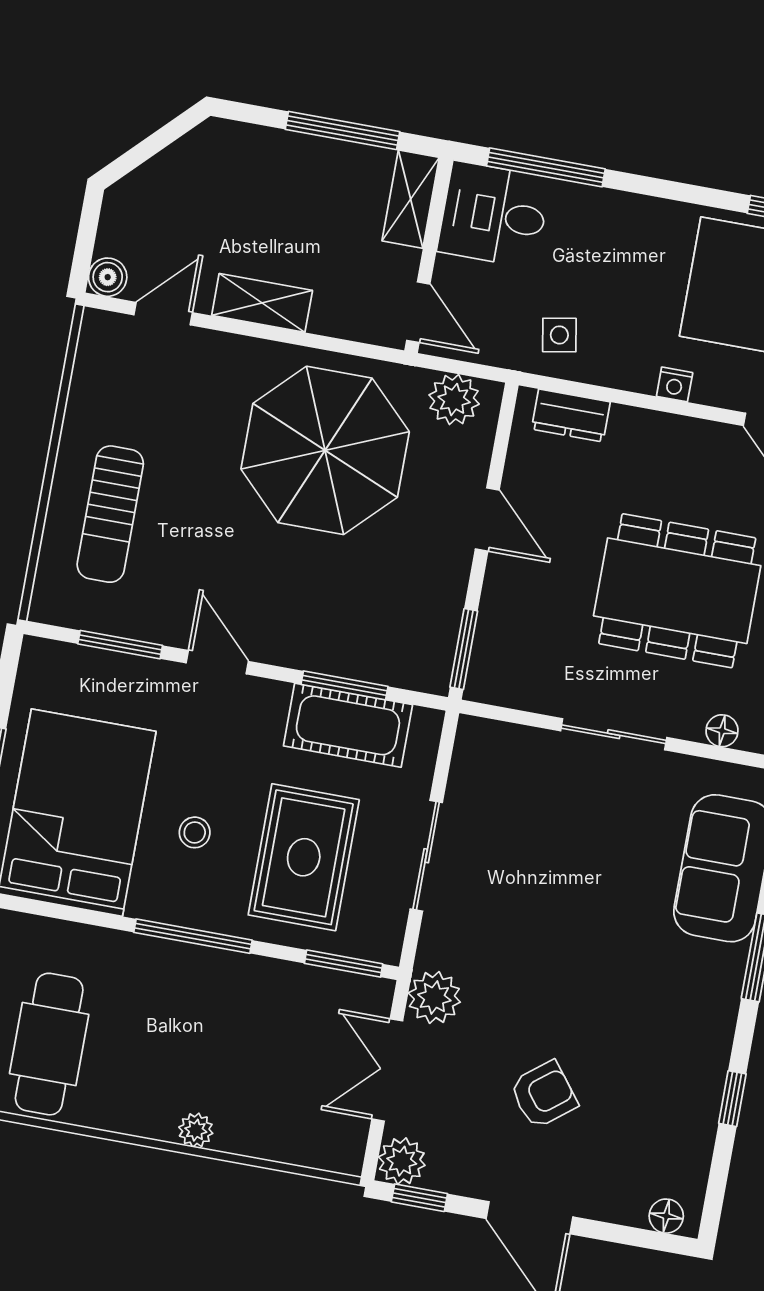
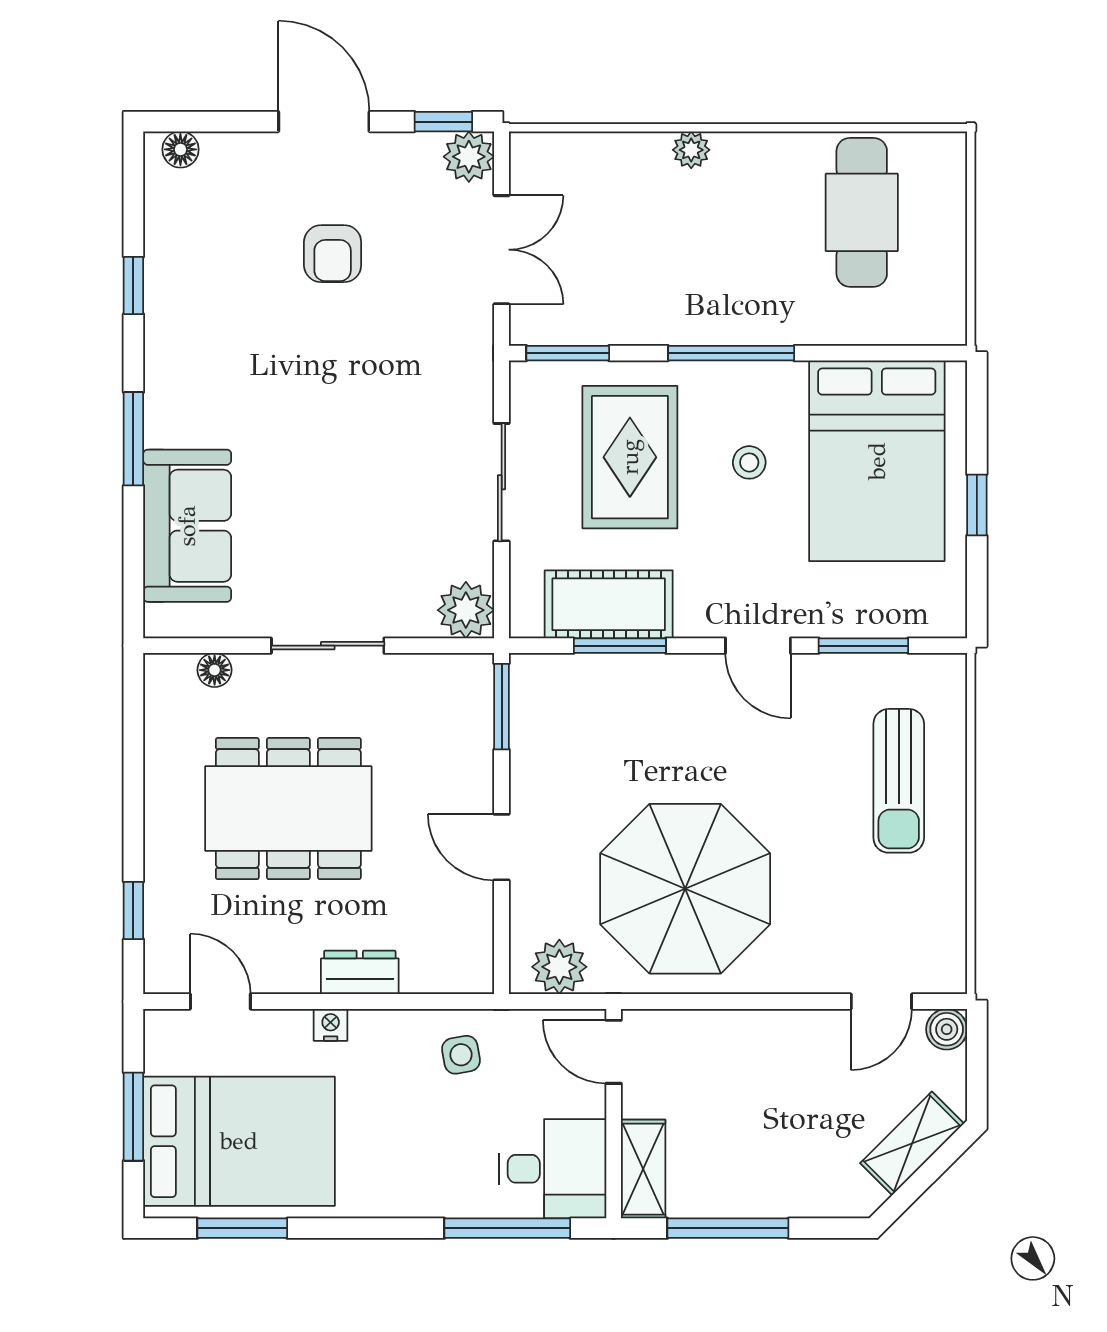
shelving: (262, 303) -> (912, 1143), moved, turned -45
dresser: (571, 415) -> (360, 972), moved
sun lounger: (110, 514) -> (899, 781), turned 180
plant: (434, 998) -> (466, 610), moved
armchair: (544, 1095) -> (333, 254), turned -52

